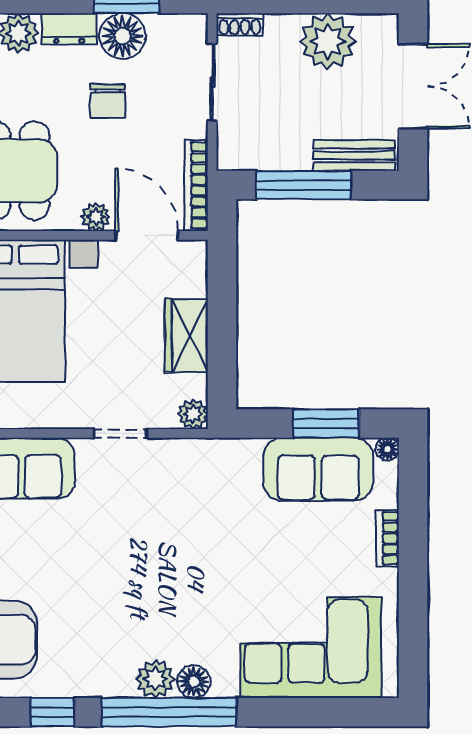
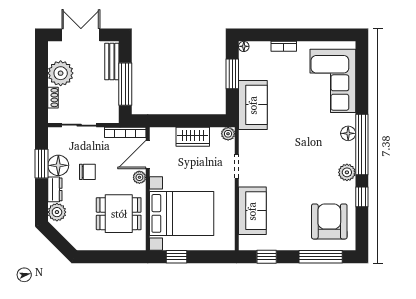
shoe rack: (240, 24) -> (53, 98), moved
sofa: (318, 469) -> (253, 105), moved
plant: (155, 679) -> (347, 172), moved

